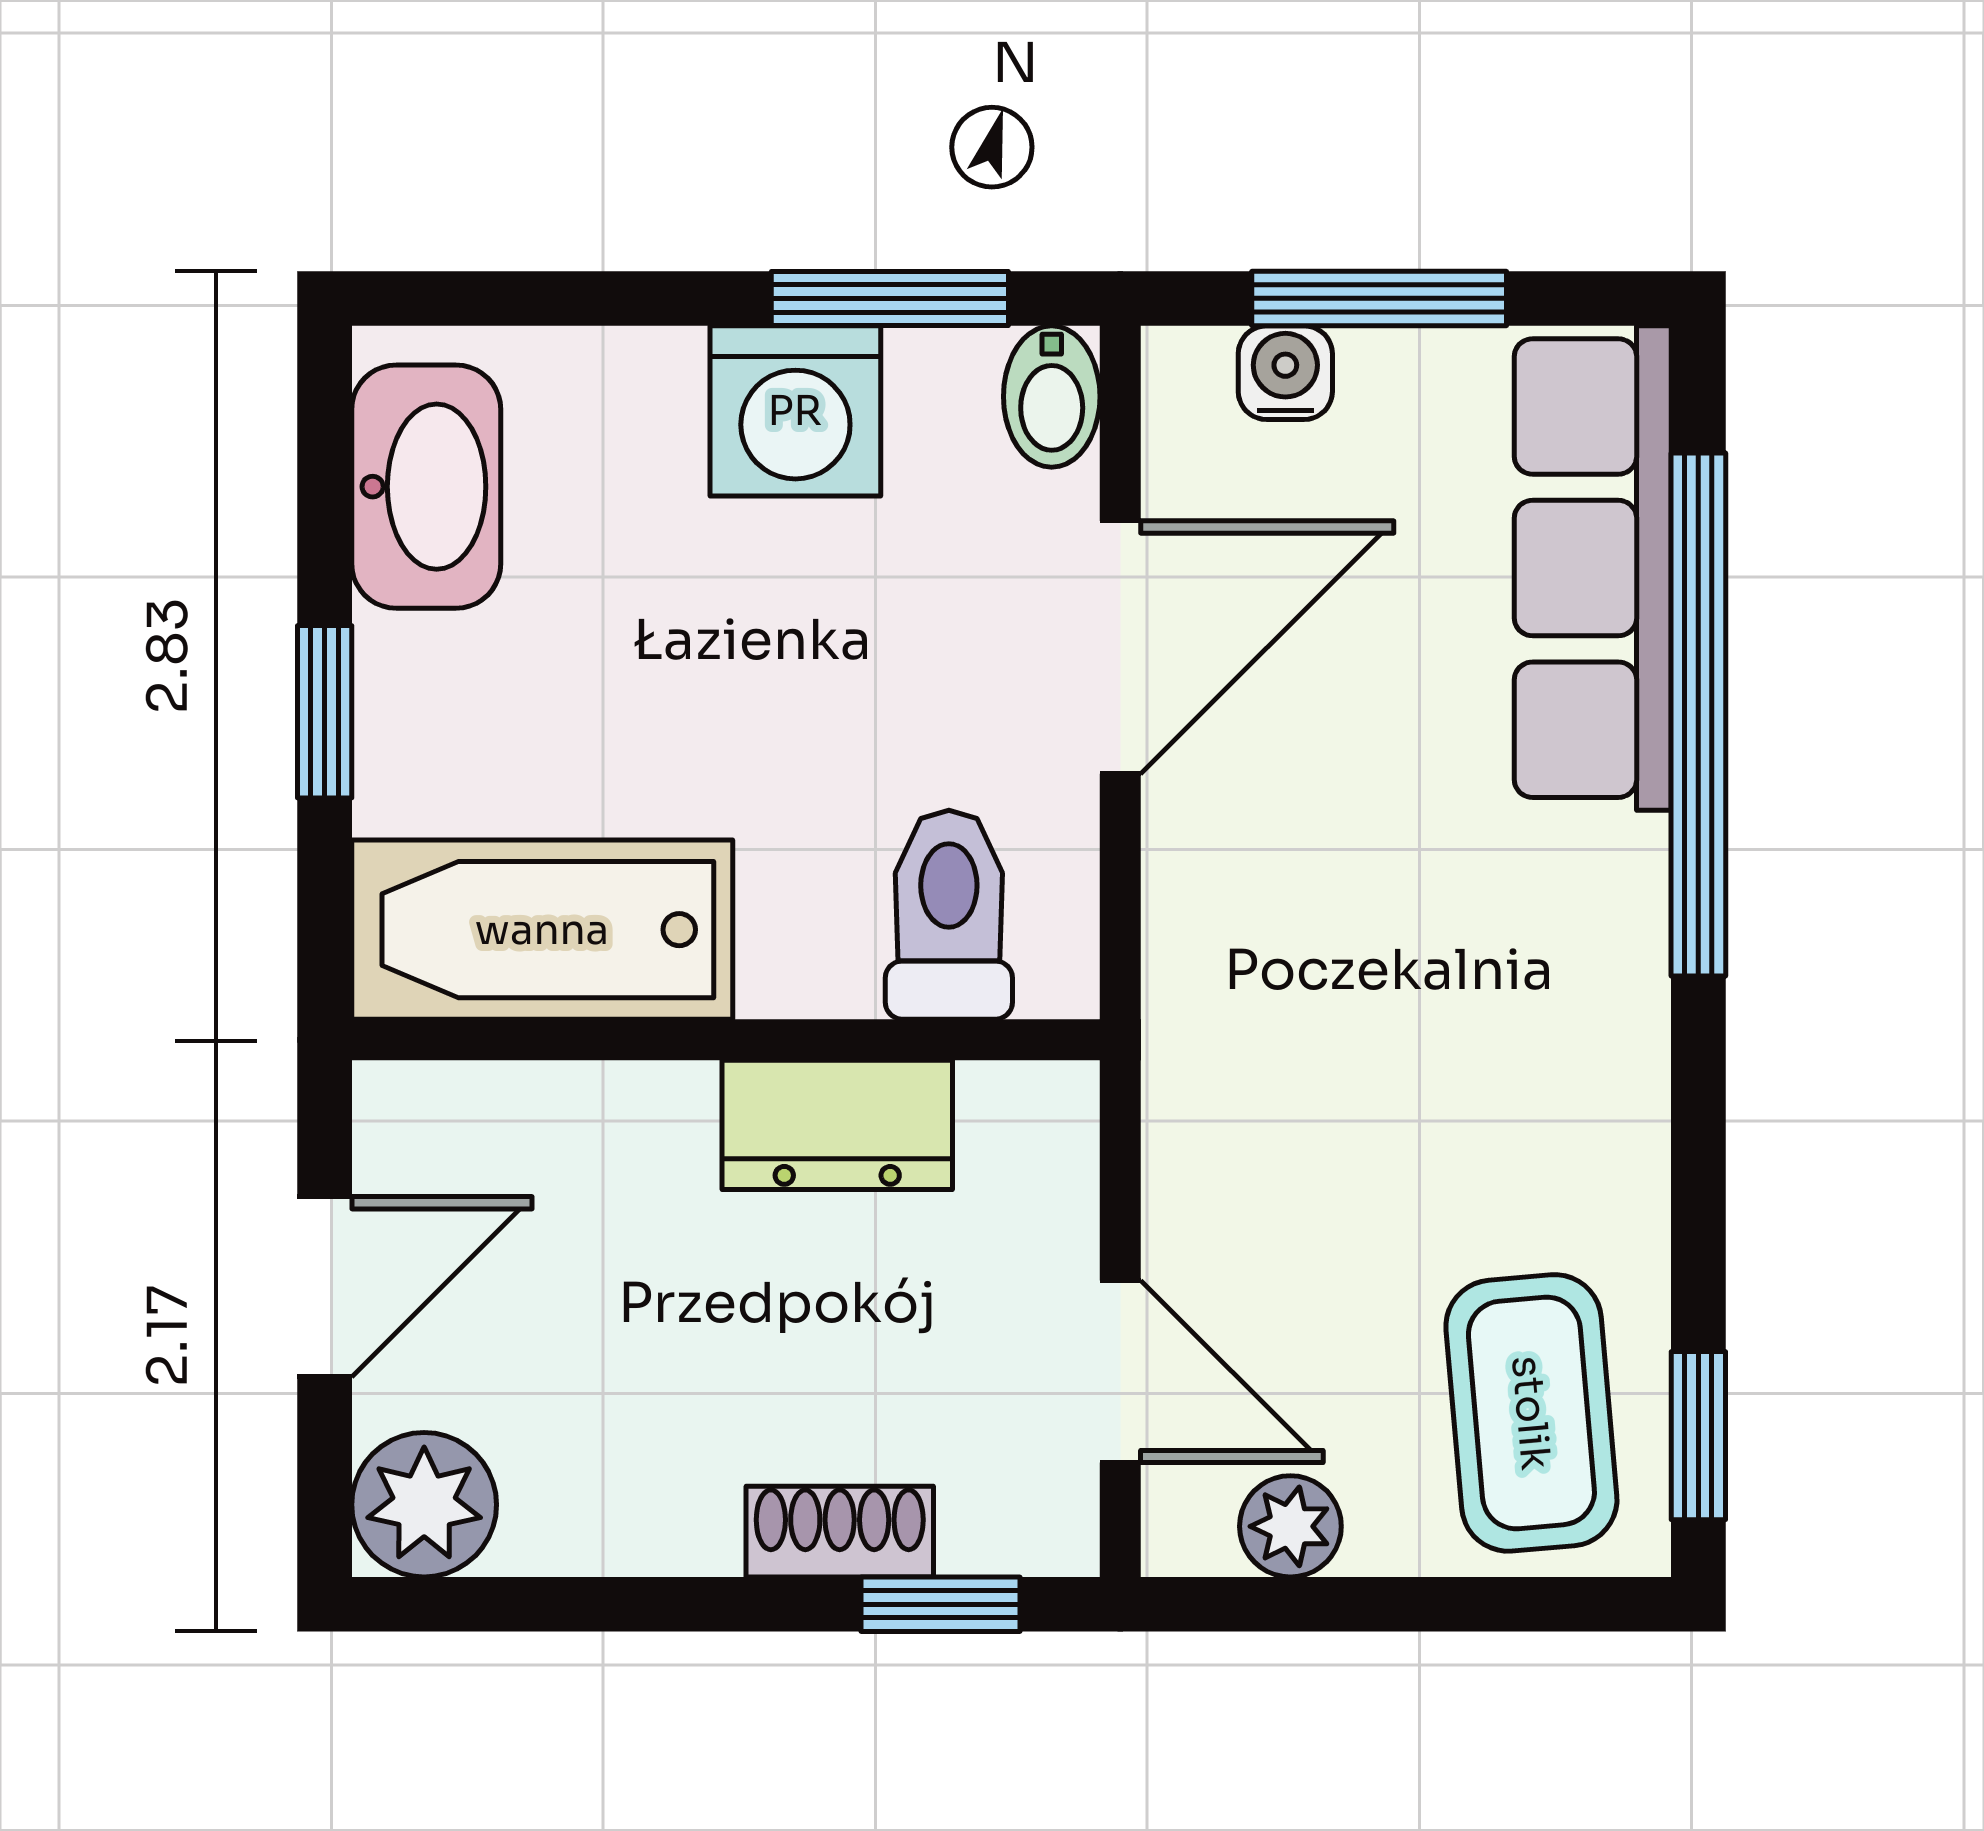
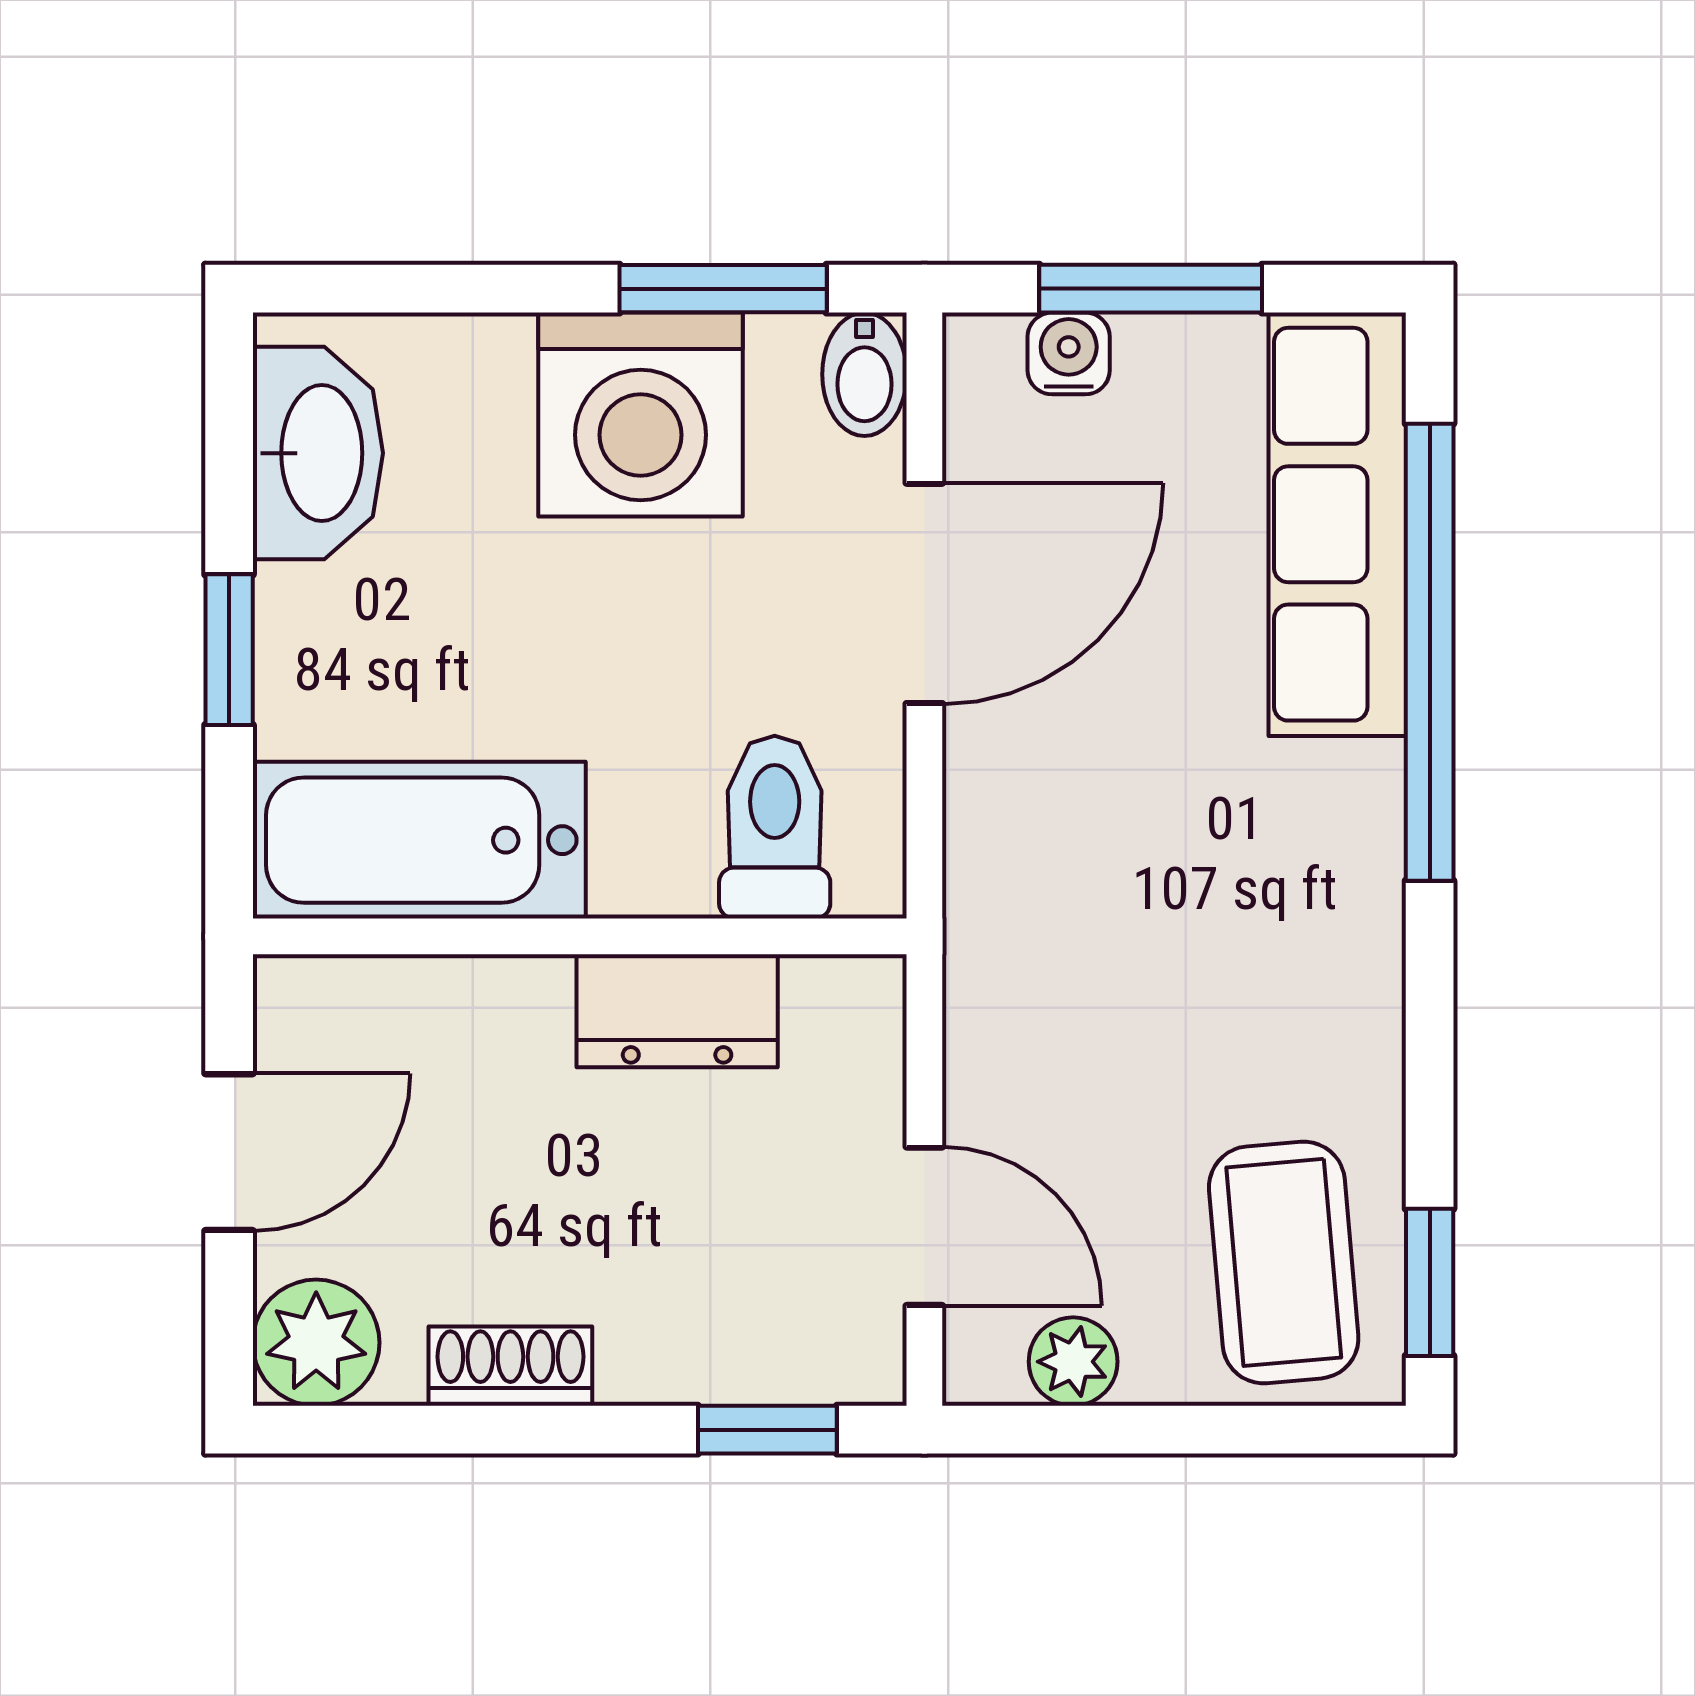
washing machine: (795, 411) -> (641, 415), width x1.37, depth x1.37
shoe rack: (840, 1532) -> (510, 1366), moved

